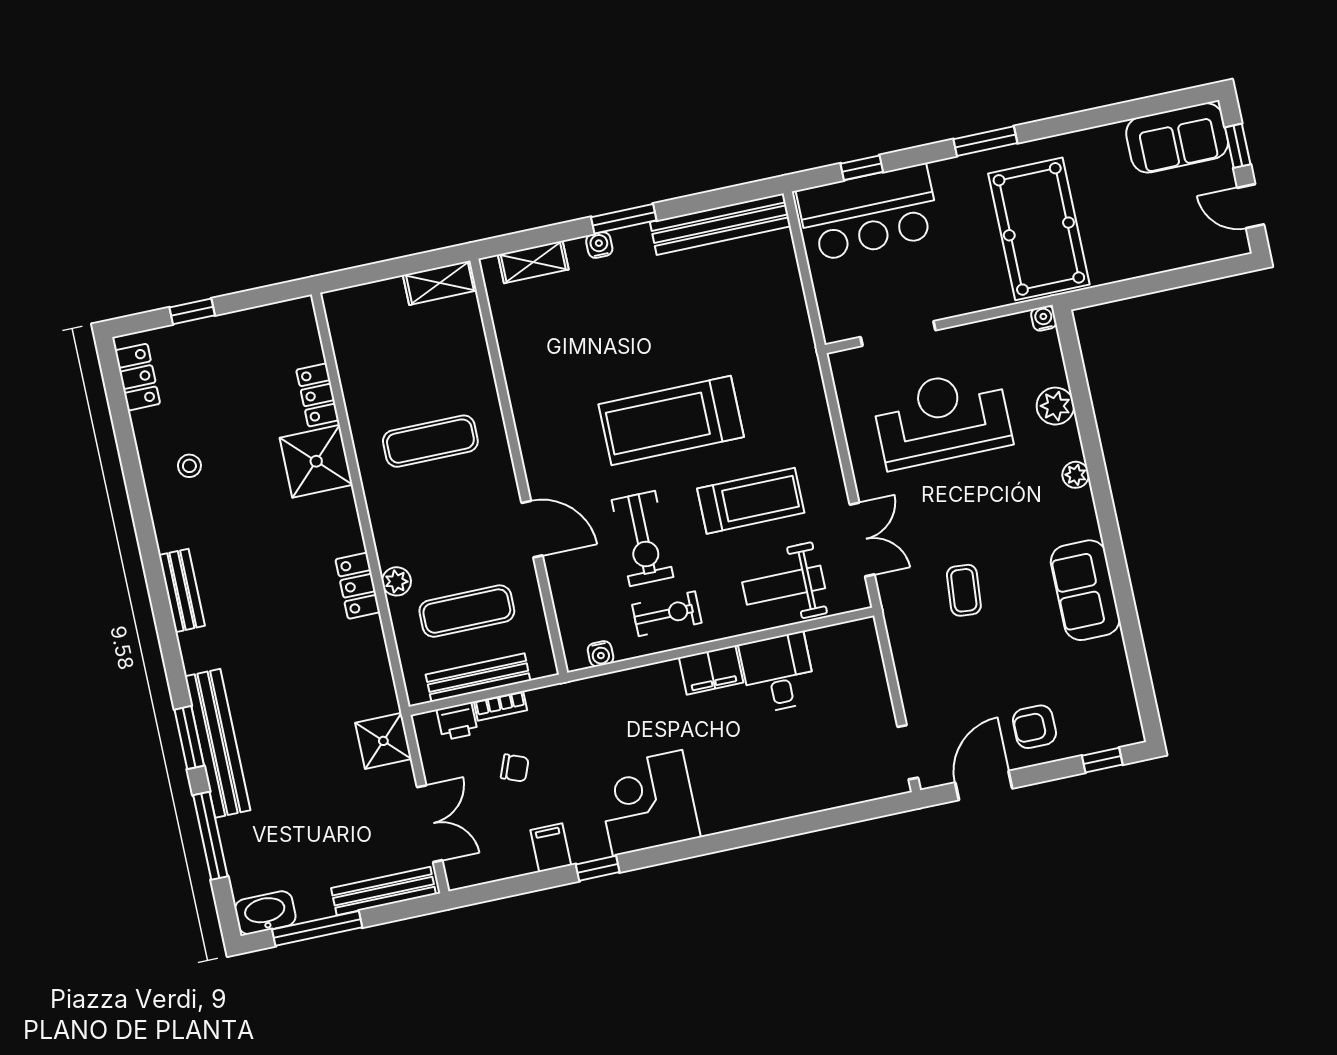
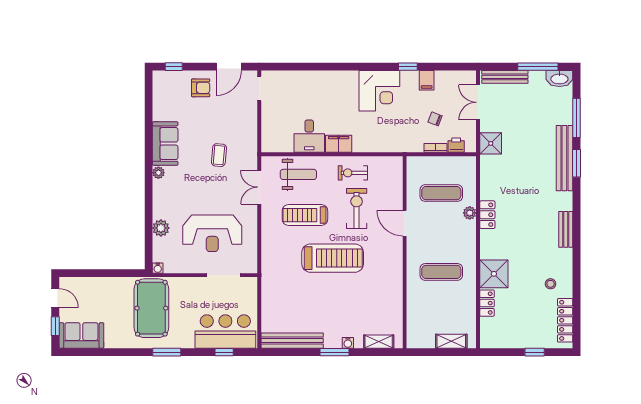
shelving: (440, 283) -> (451, 341), moved
locker: (138, 377) -> (565, 320), width x1.53
plant: (1076, 475) -> (158, 173), moved
water cooler: (601, 654) -> (386, 161), removed
bench: (478, 678) -> (443, 163), removed

